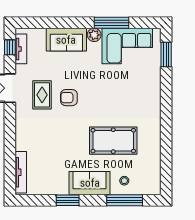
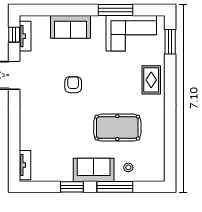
plant: (94, 35) -> (98, 22), removed
rug: (42, 95) -> (151, 80), moved
armchair: (69, 98) -> (73, 85), turned 90
tv unit: (21, 172) -> (25, 165), width x0.71
window: (125, 200) -> (115, 187), moved

